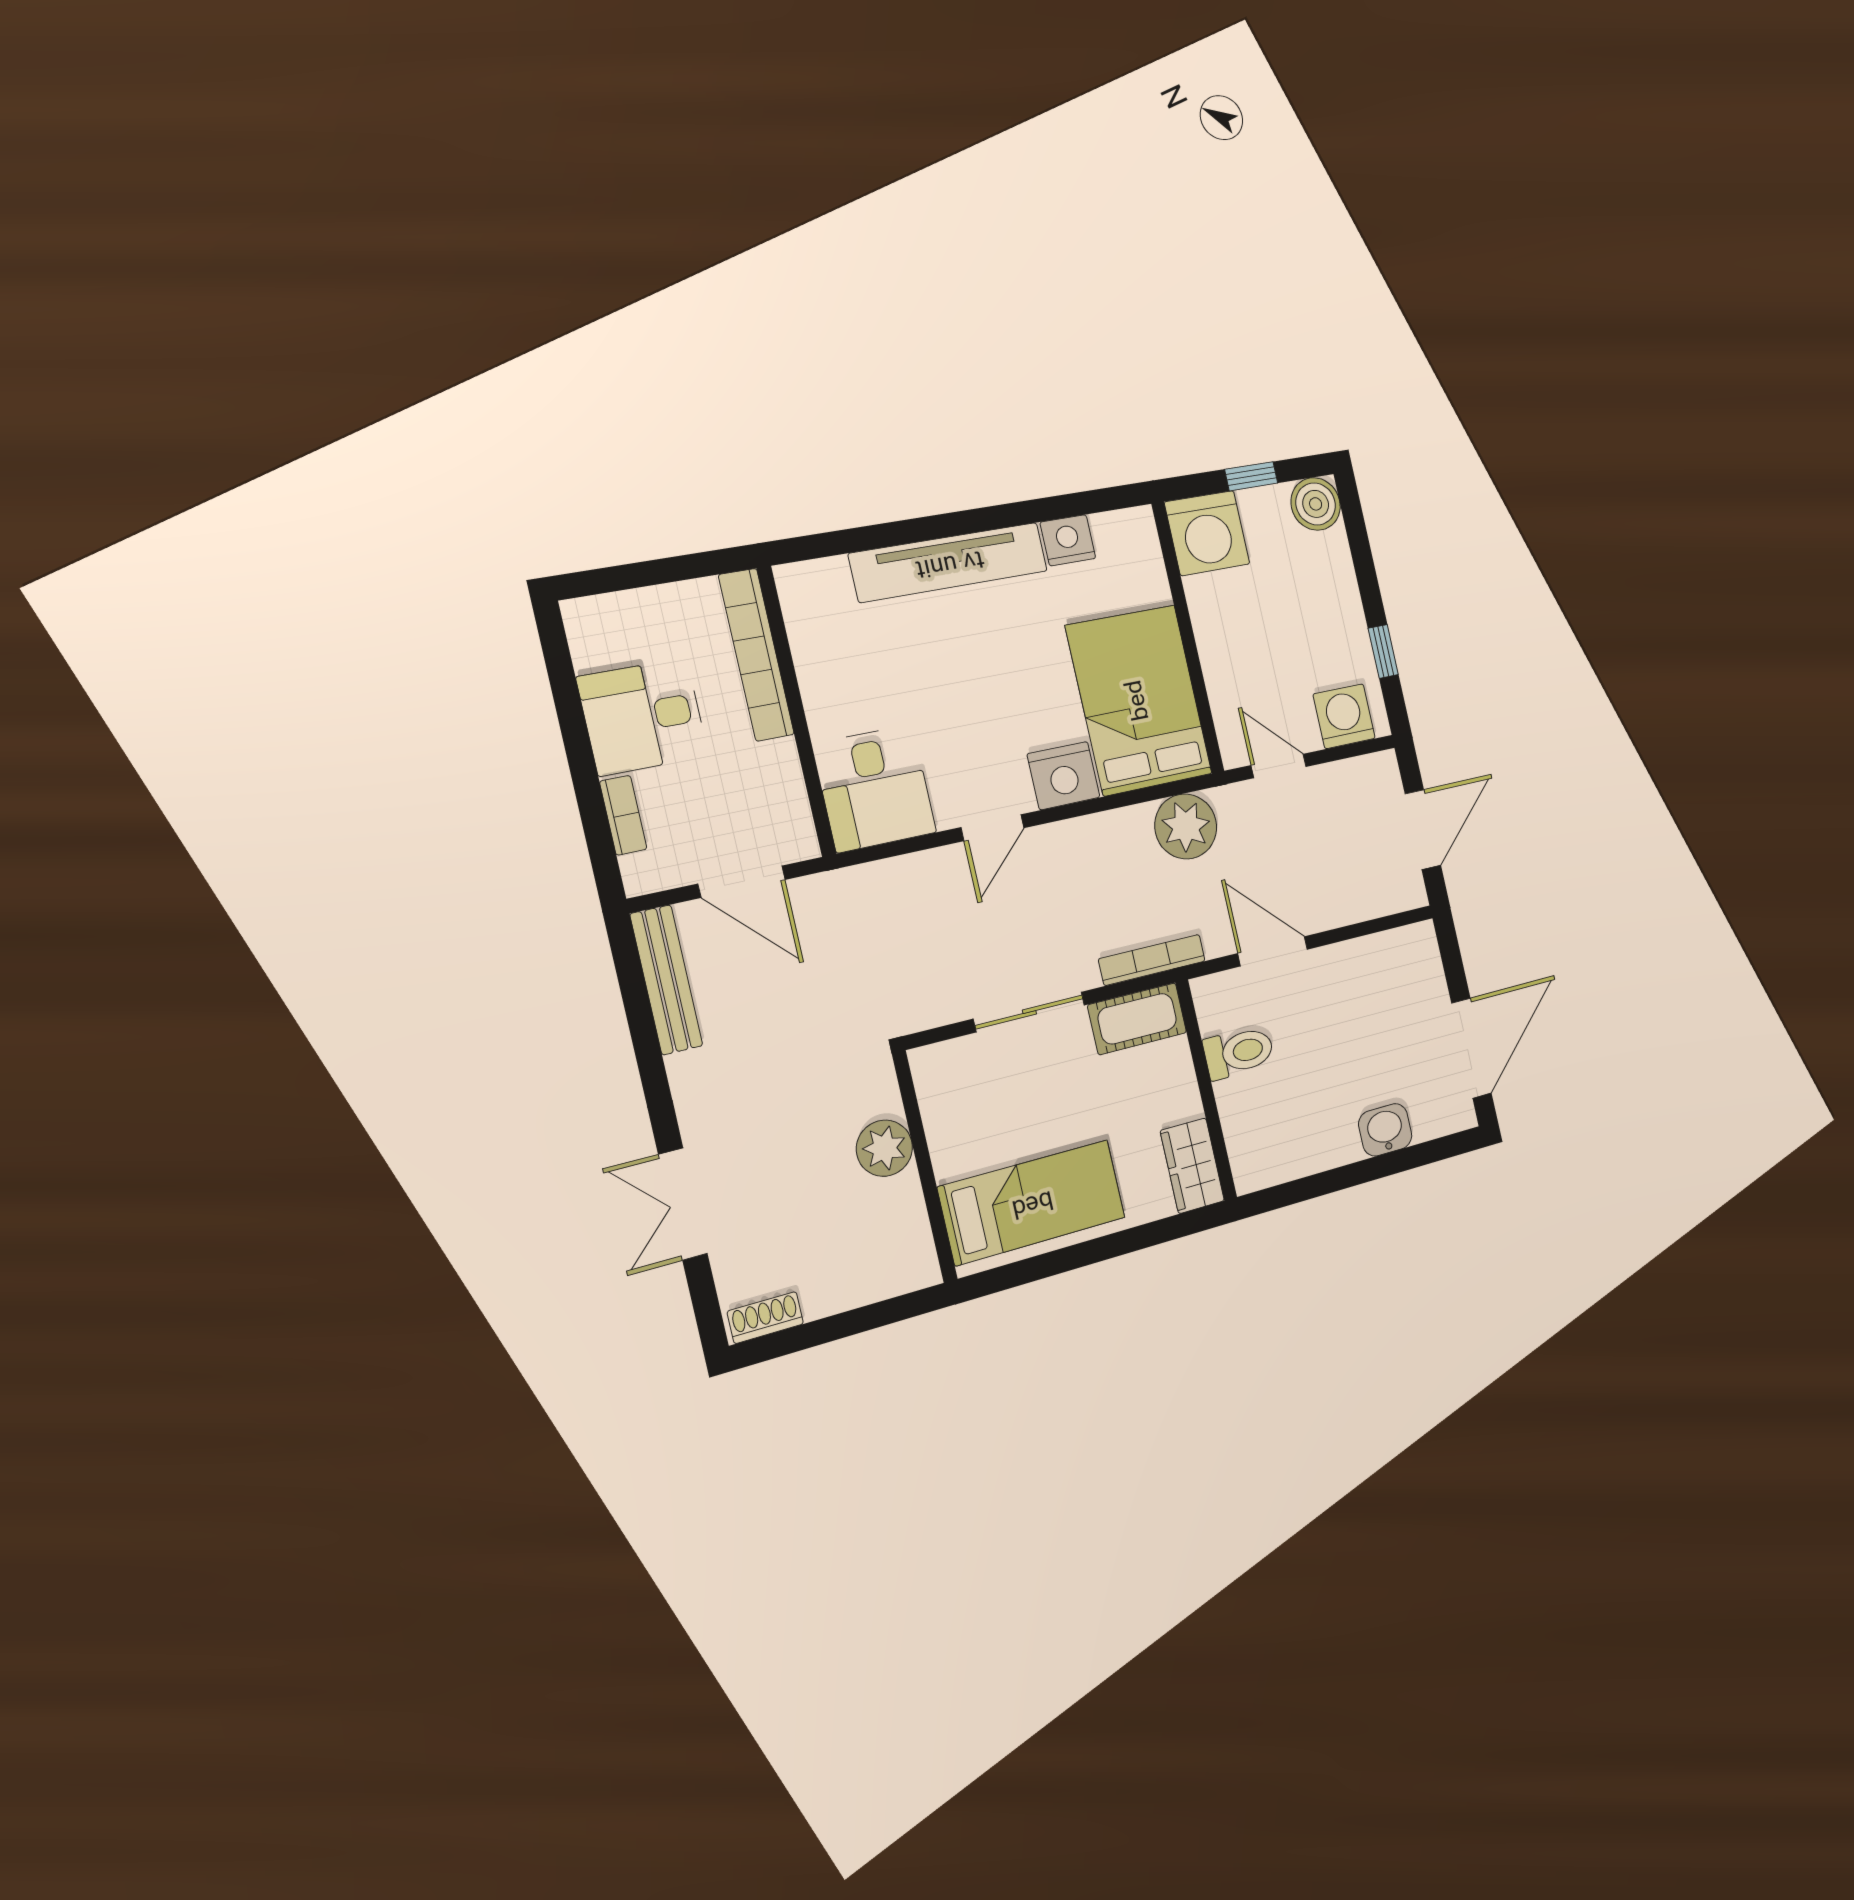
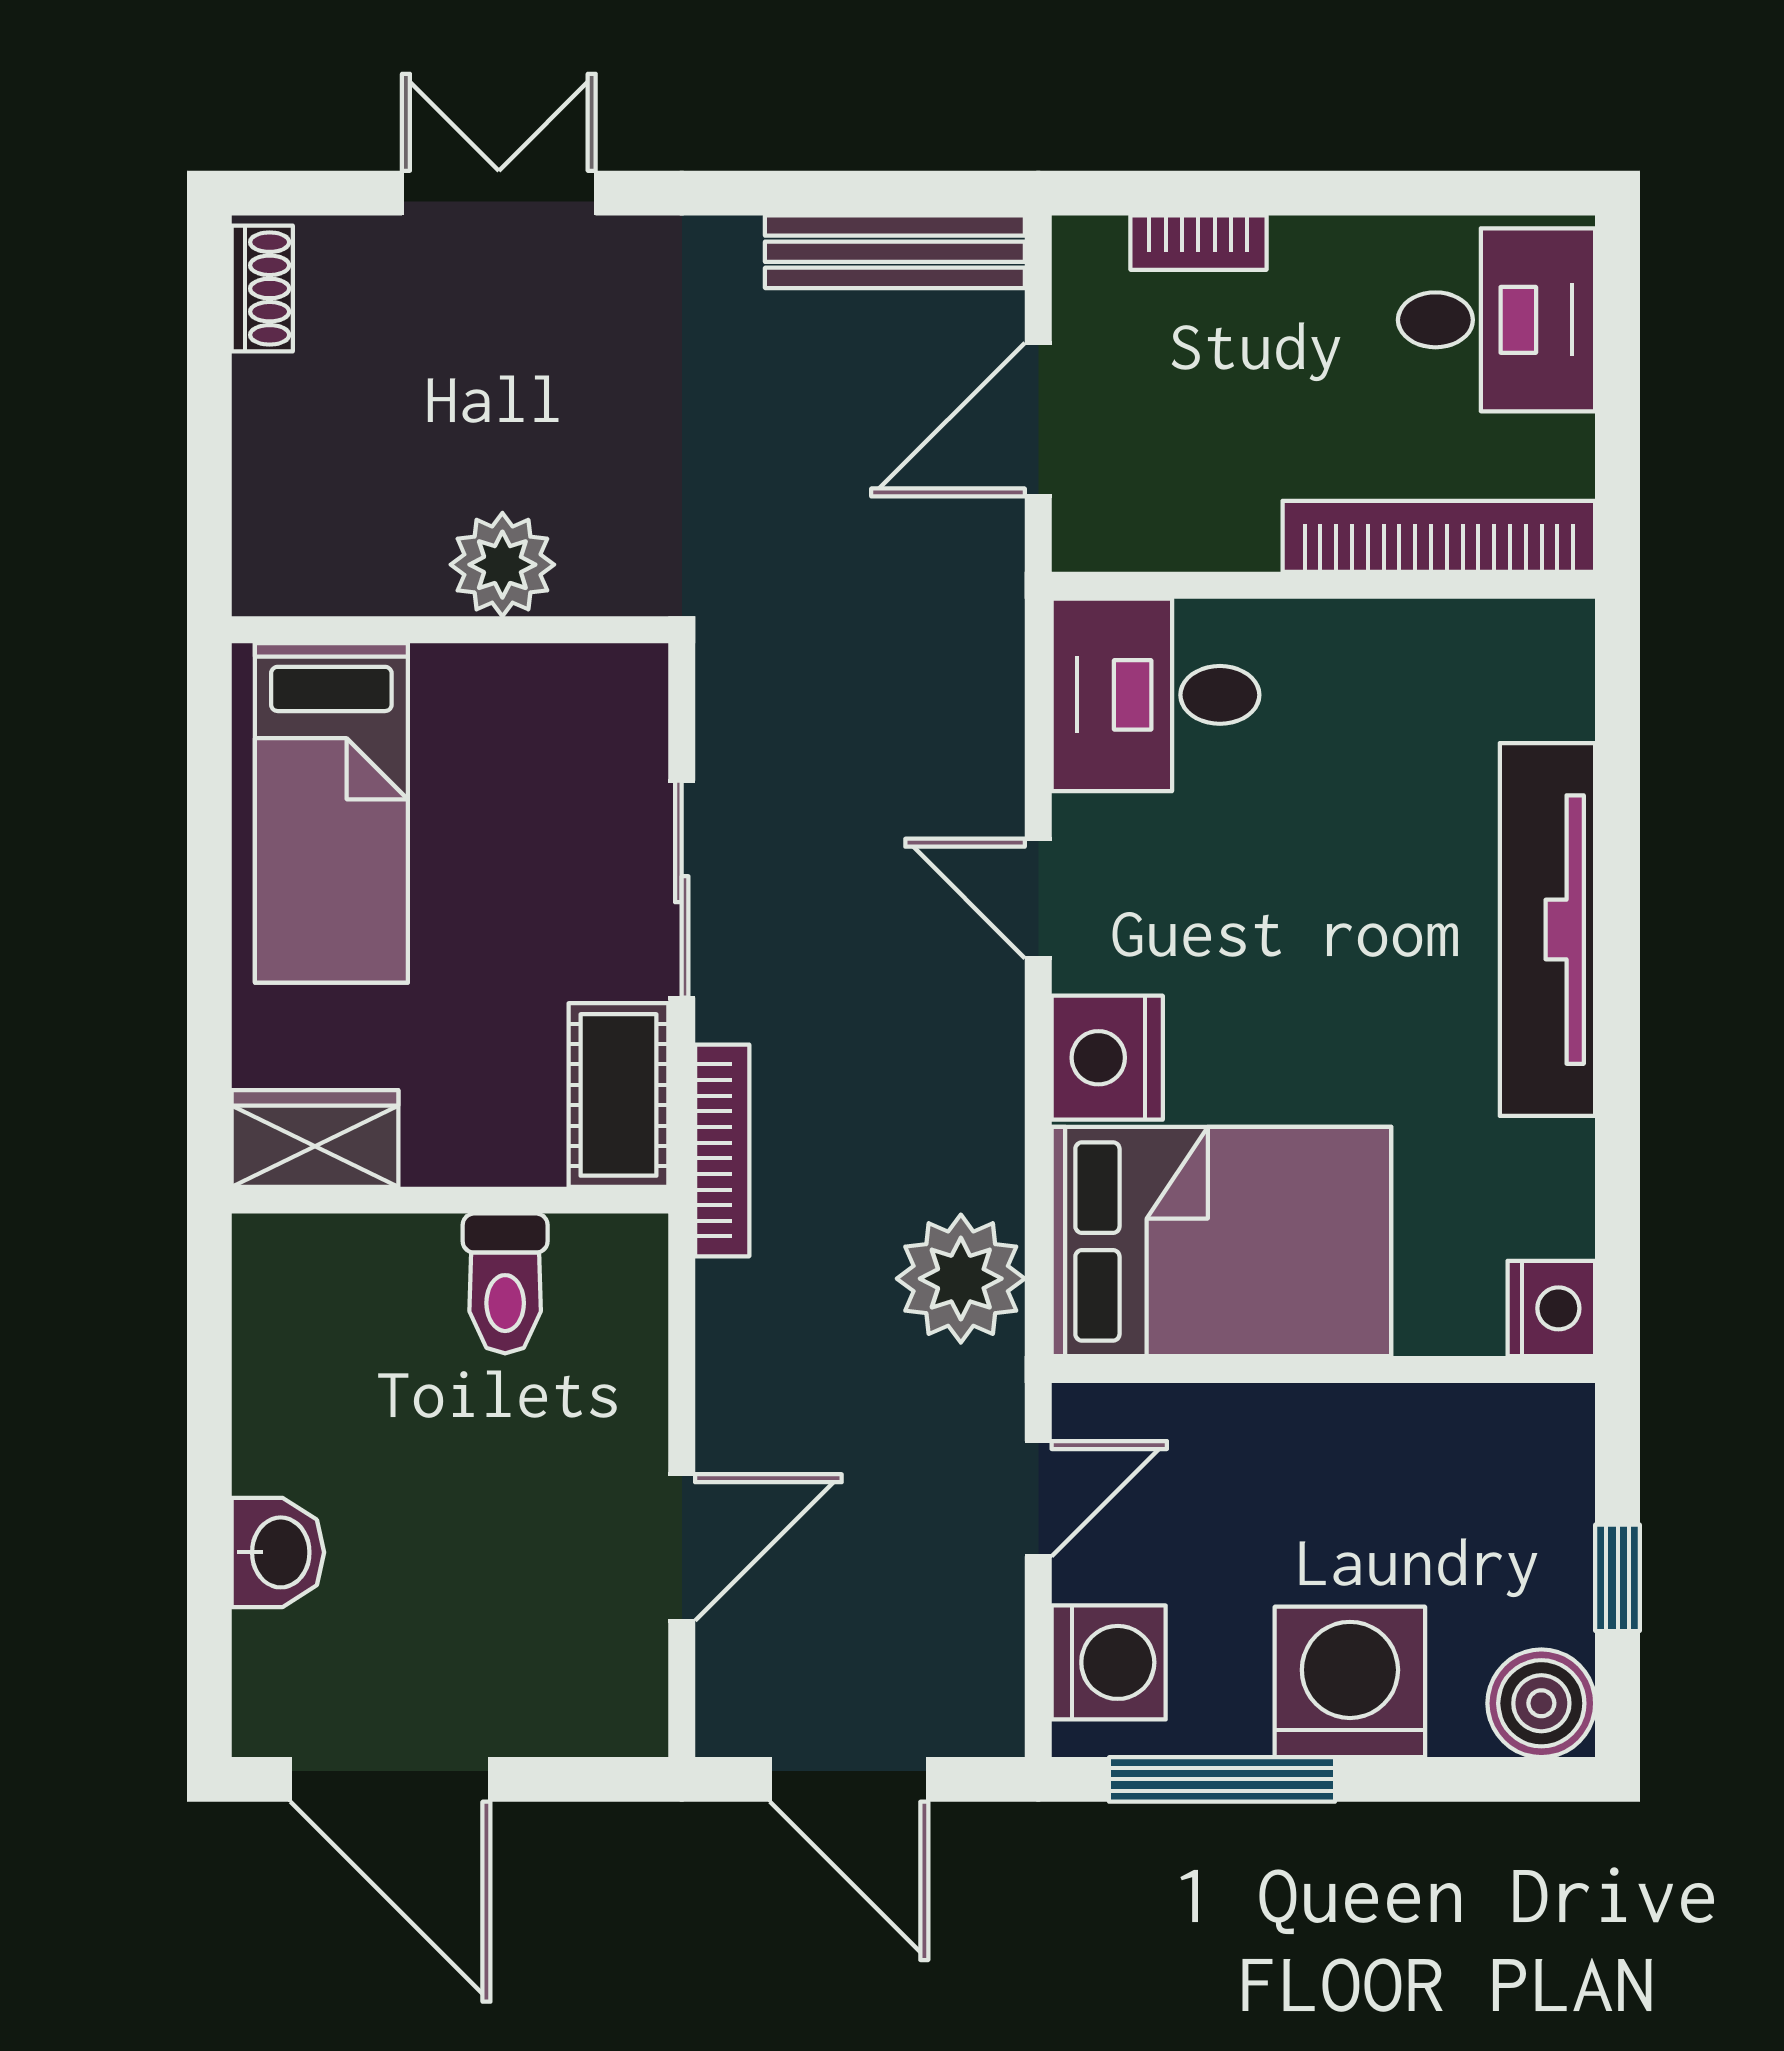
washing machine: (1207, 533) -> (1350, 1682), moved, turned 90
nightstand: (1068, 540) -> (1551, 1308), moved
window: (1383, 651) -> (1222, 1779), width x2.17
desk: (643, 717) -> (1497, 320), moved, turned 90
door: (1273, 951) -> (682, 1547), moved

